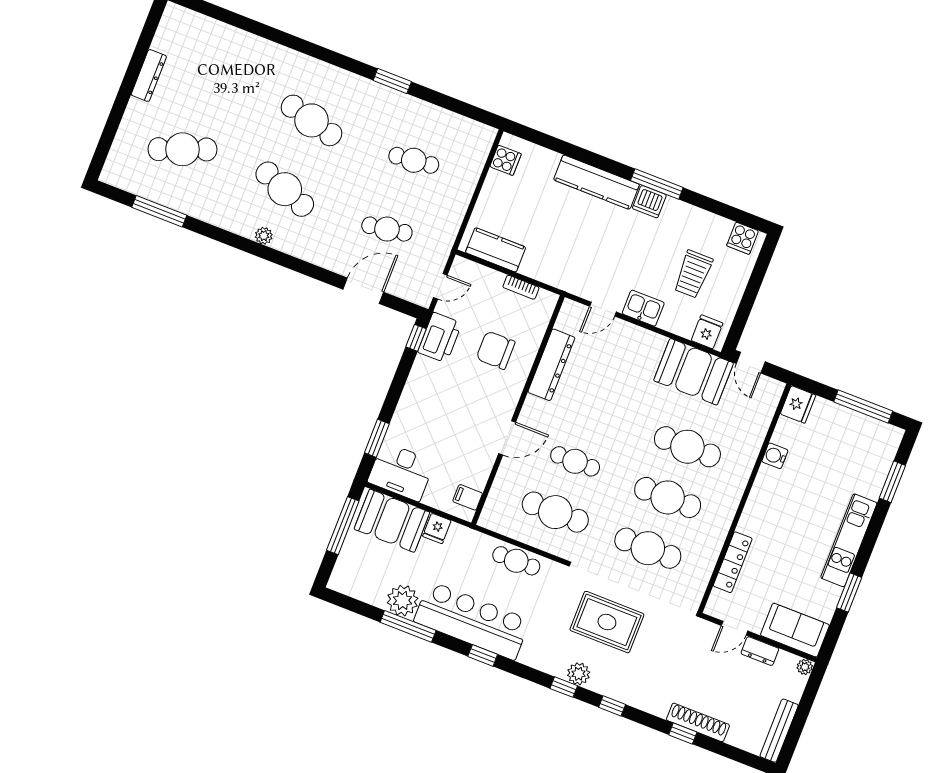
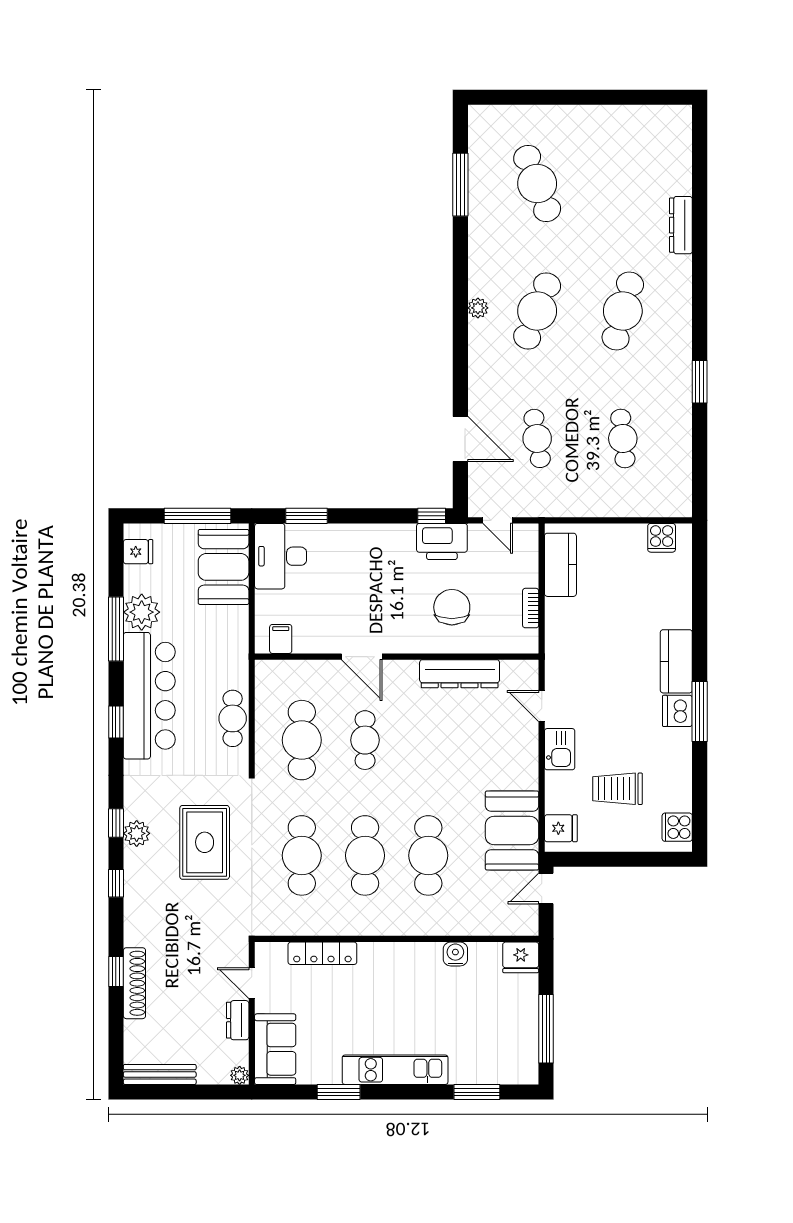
dresser: (149, 75) -> (681, 225), moved, turned 90
kitchen counter: (596, 182) -> (676, 661), width x0.67
fridge: (437, 528) -> (138, 552), moved, turned 180

